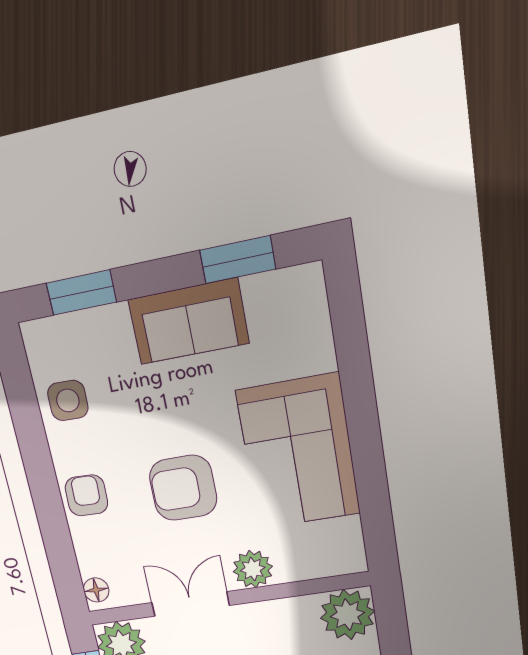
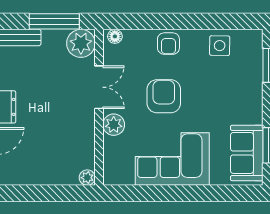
sofa: (189, 321) -> (247, 153), moved
armchair: (86, 495) -> (168, 44), turned 88
plant: (347, 615) -> (87, 178), width x0.53, depth x0.53

